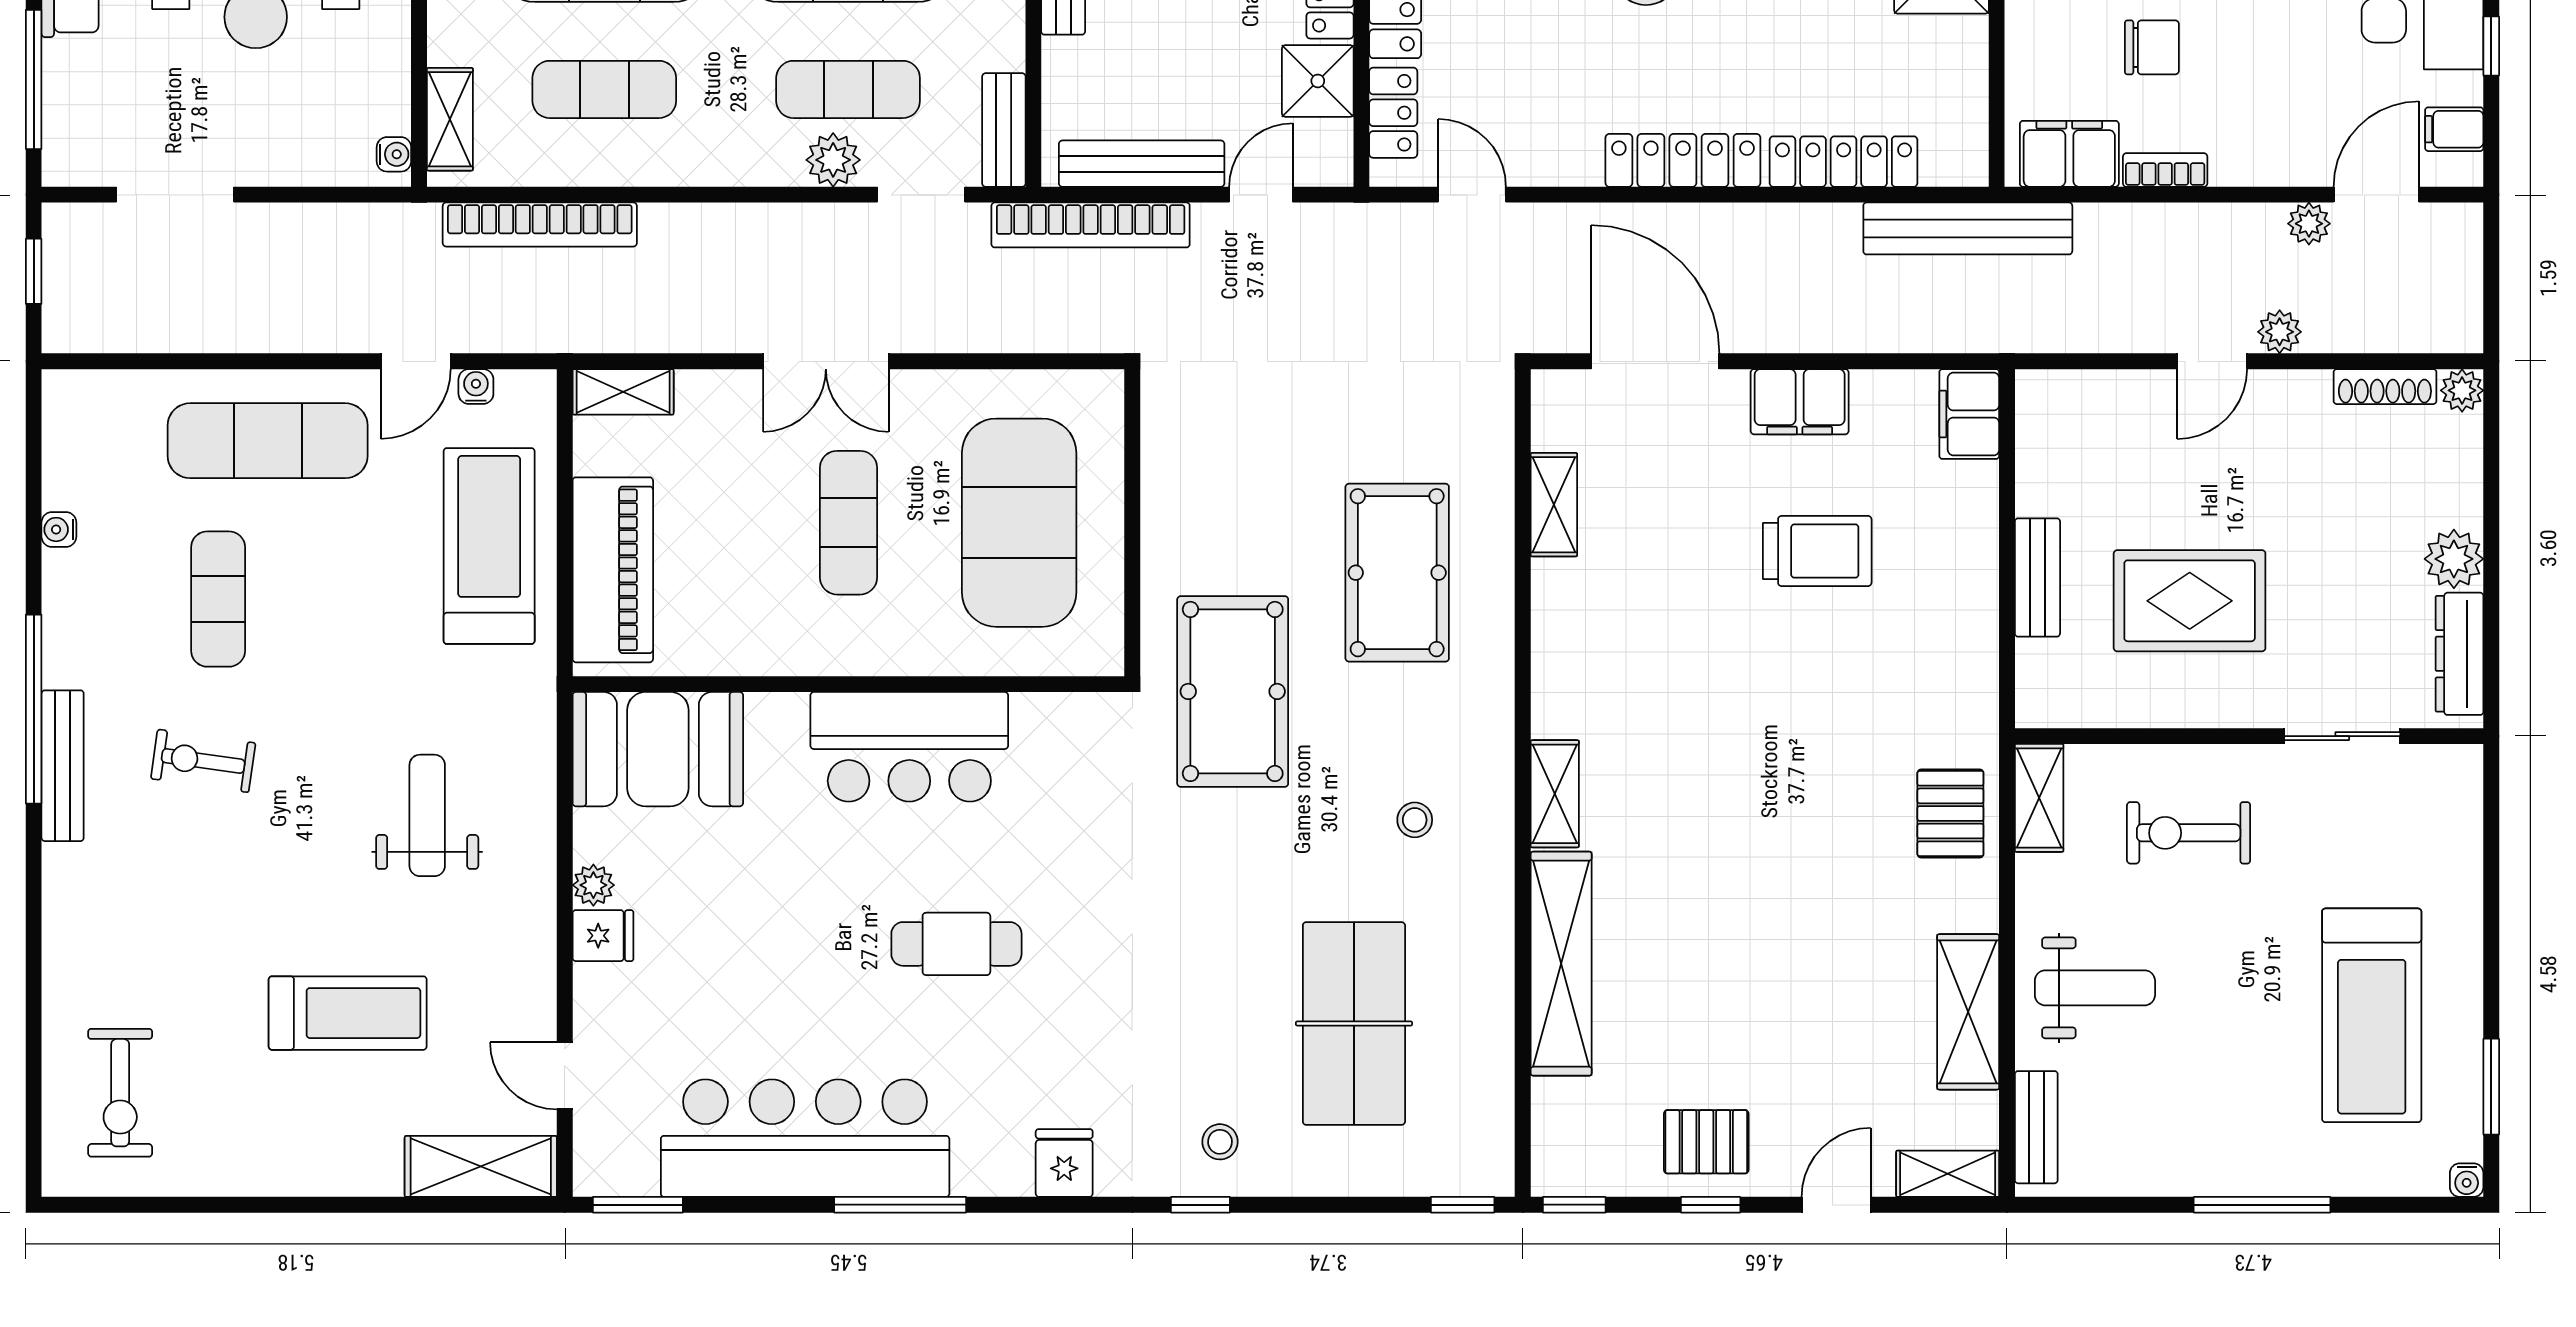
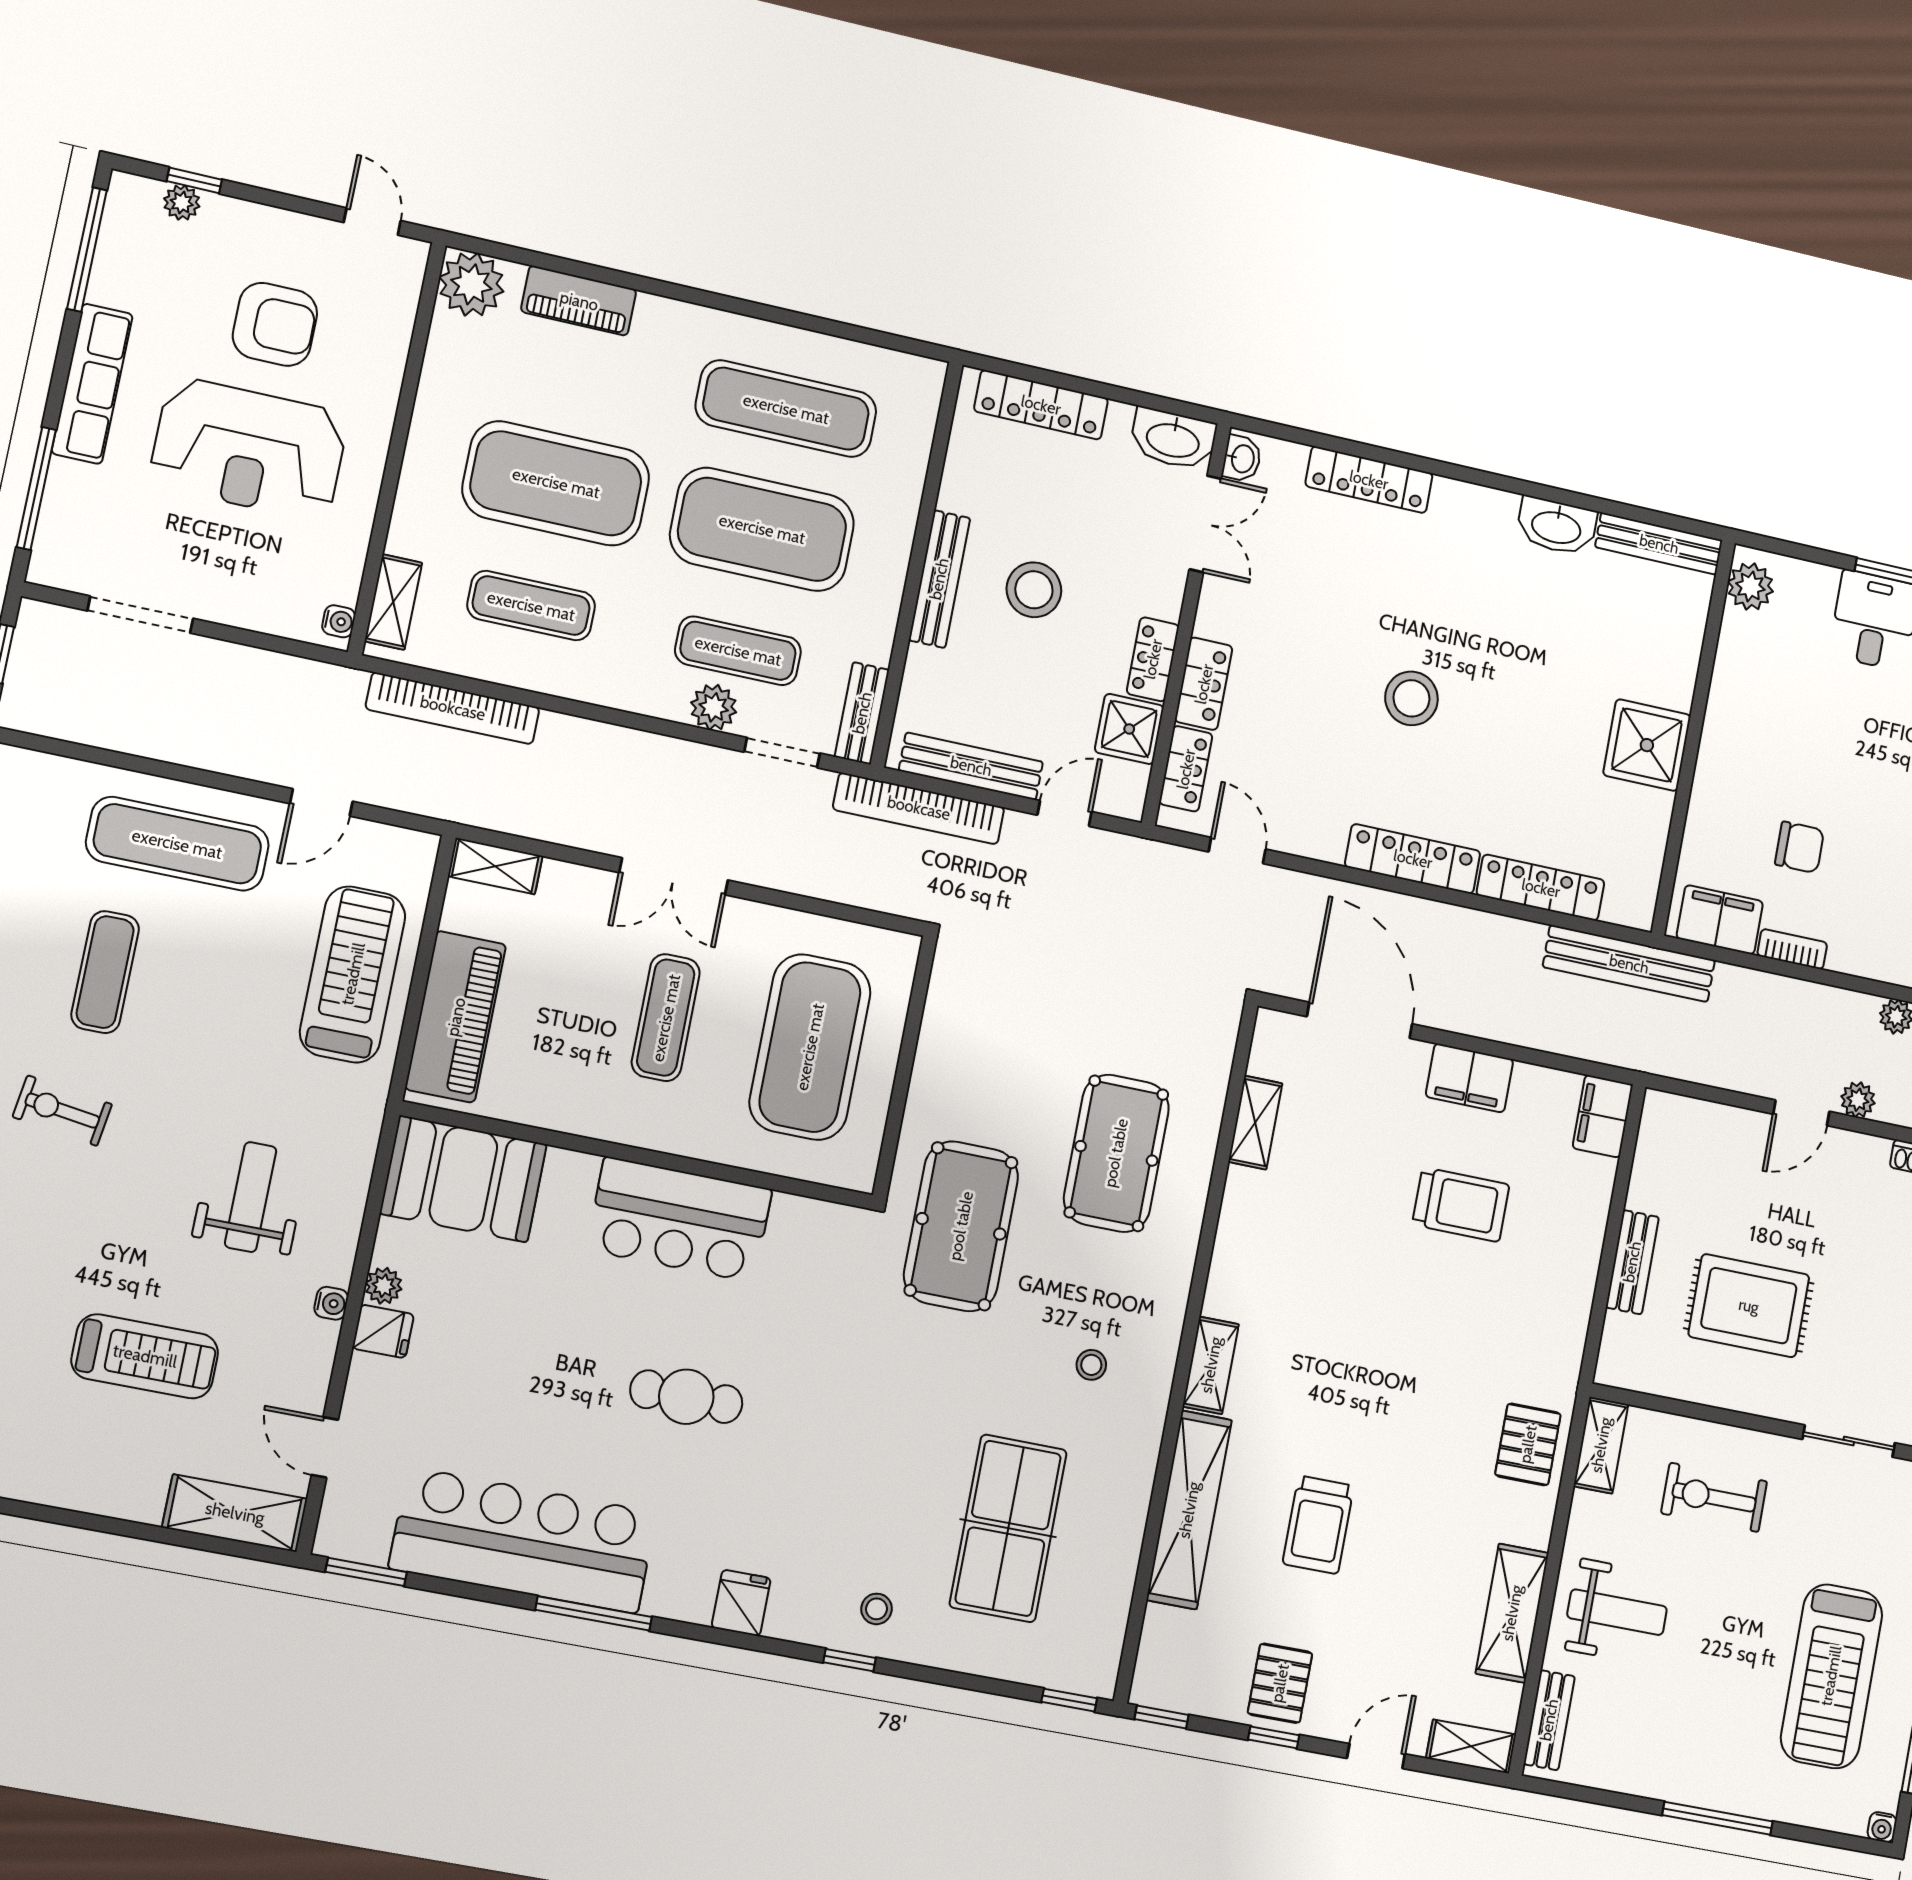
water cooler: (476, 387) -> (331, 1303), moved, turned 90
trolley: (1717, 953) -> (1318, 1525), added
pallet: (1706, 1142) -> (1280, 1683), turned 90

